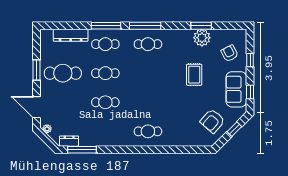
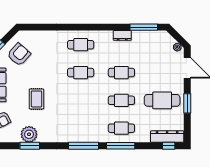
window: (56, 26) -> (169, 146), added
dresser: (71, 35) -> (167, 137), moved
cafe table: (148, 44) -> (81, 73), moved
dresser: (69, 141) -> (122, 35), moved

